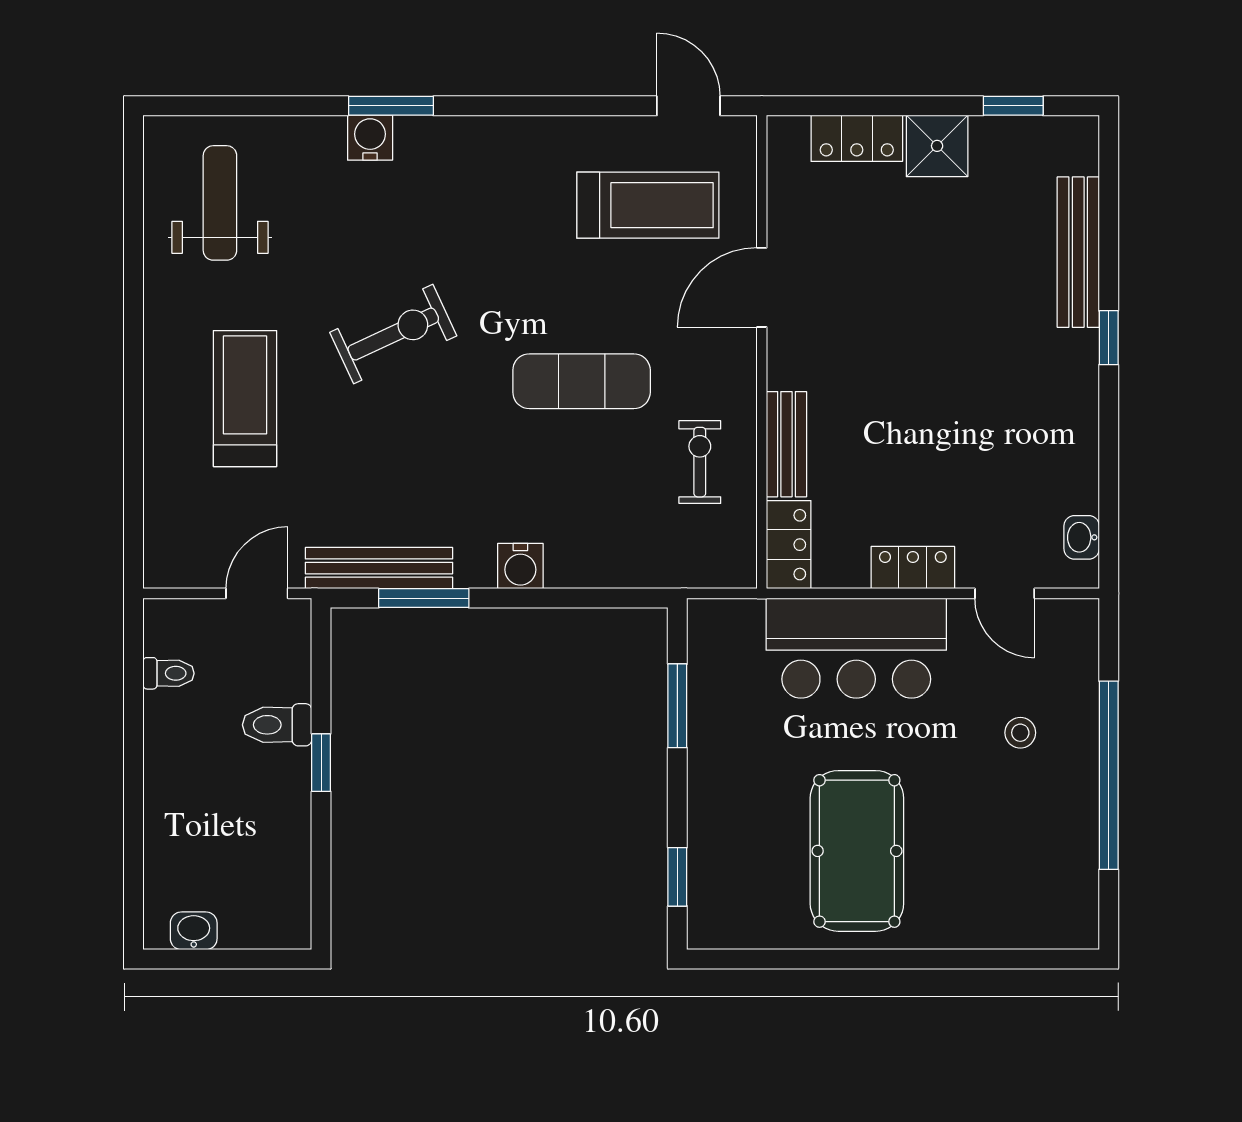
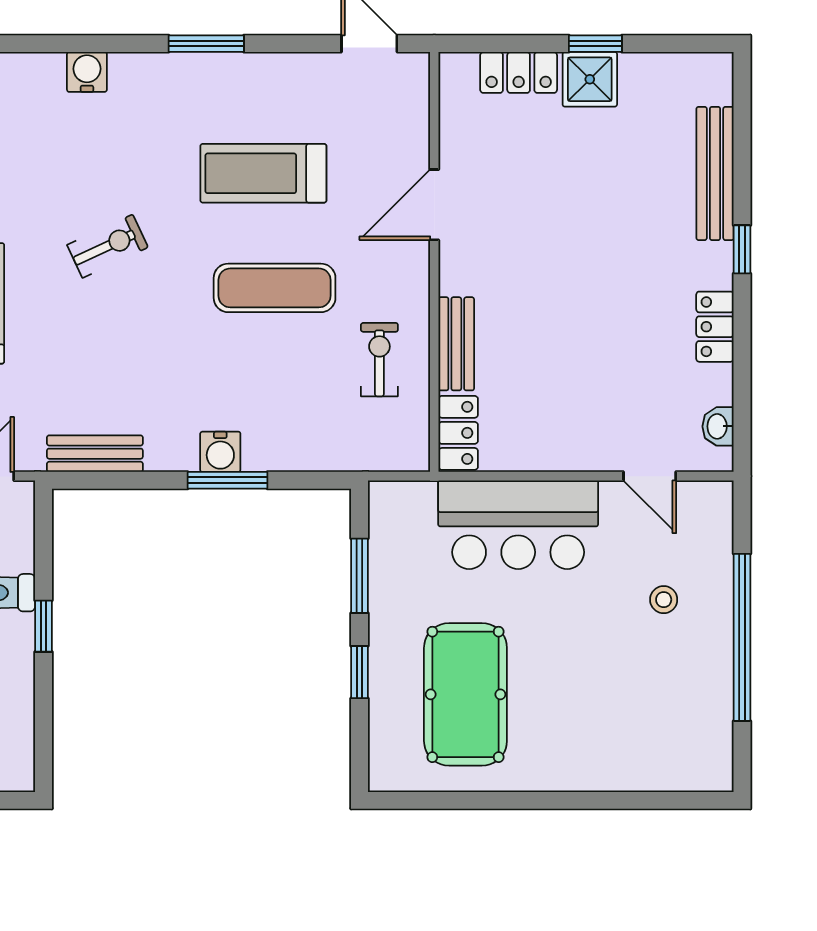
window: (391, 106) -> (206, 44), moved
window: (1013, 106) -> (595, 44), moved
treadmill: (648, 205) -> (263, 173), moved, turned 180
exercise bike: (393, 334) -> (108, 246), width x0.73, depth x0.72
bench: (379, 568) -> (95, 454), width x0.73
locker: (913, 568) -> (715, 327), moved, turned -90
window: (424, 598) -> (228, 480), moved
pool table: (857, 851) -> (465, 694), moved
window: (677, 877) -> (359, 672), moved

